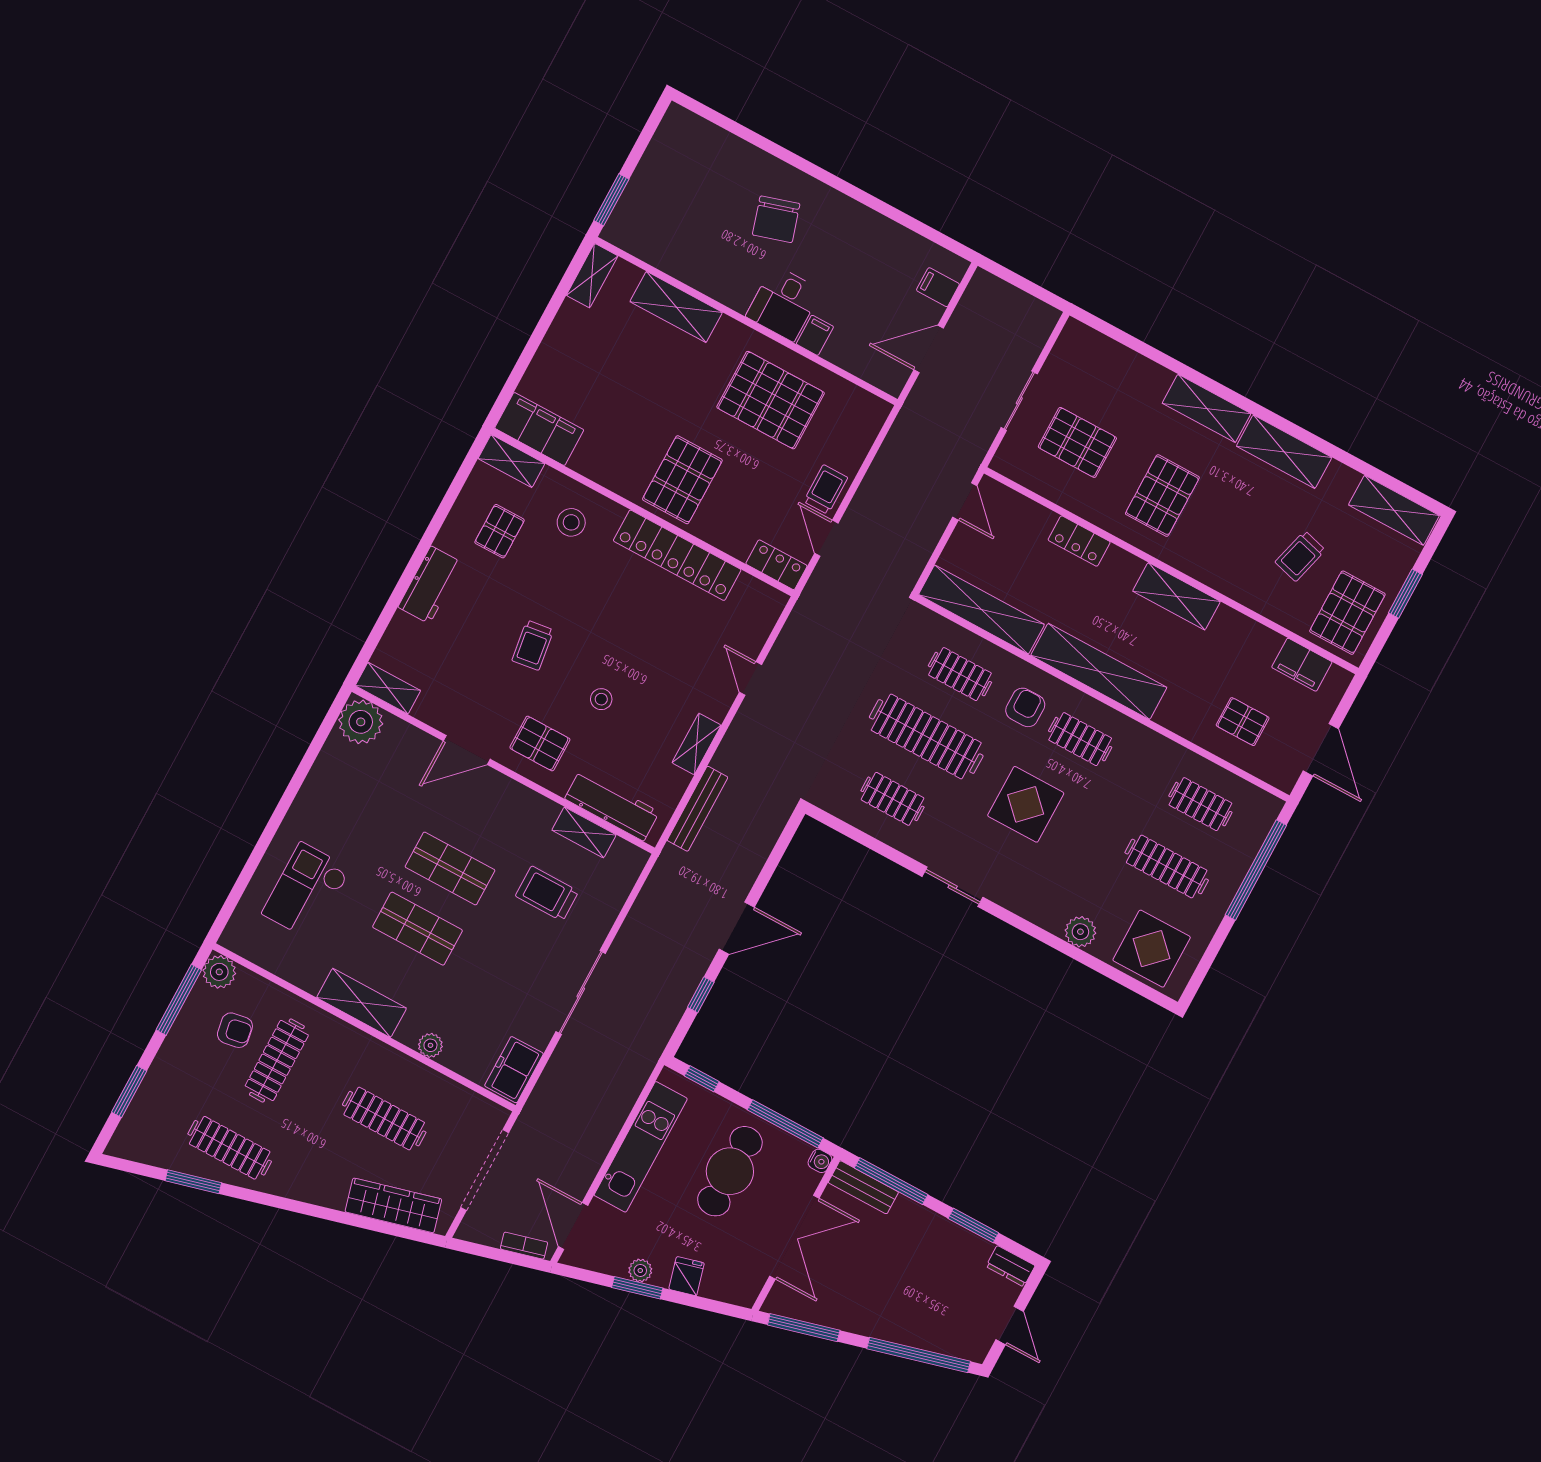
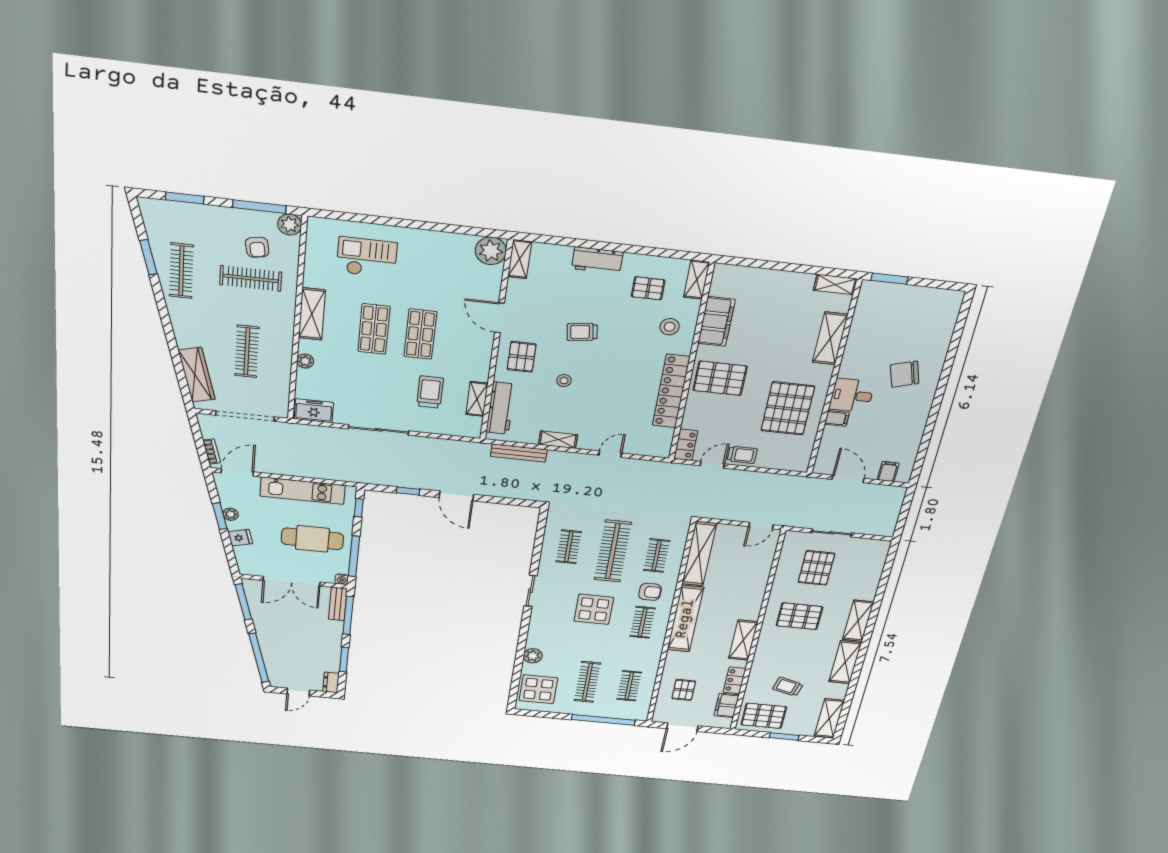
filing cabinet: (539, 429) -> (717, 321), moved
locker: (1079, 541) -> (734, 680), moved

